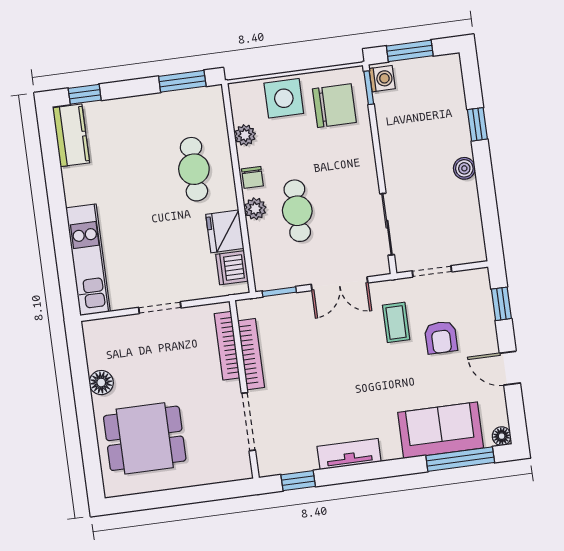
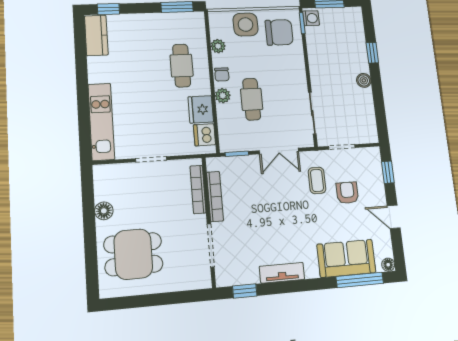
armchair: (441, 337) -> (347, 193), turned 180

